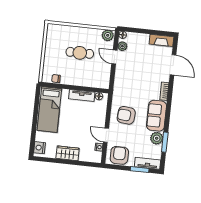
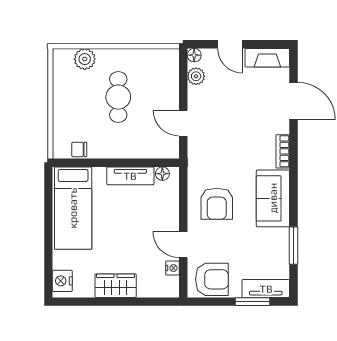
door: (142, 31) -> (230, 44), added
plant: (108, 35) -> (85, 59), moved
cafe table: (80, 53) -> (118, 97), turned 90
door: (114, 57) -> (183, 123), moved
armchair: (126, 115) -> (217, 204), turned -95
plant: (157, 138) -> (278, 240), removed
armchair: (119, 155) -> (212, 279), turned 90

